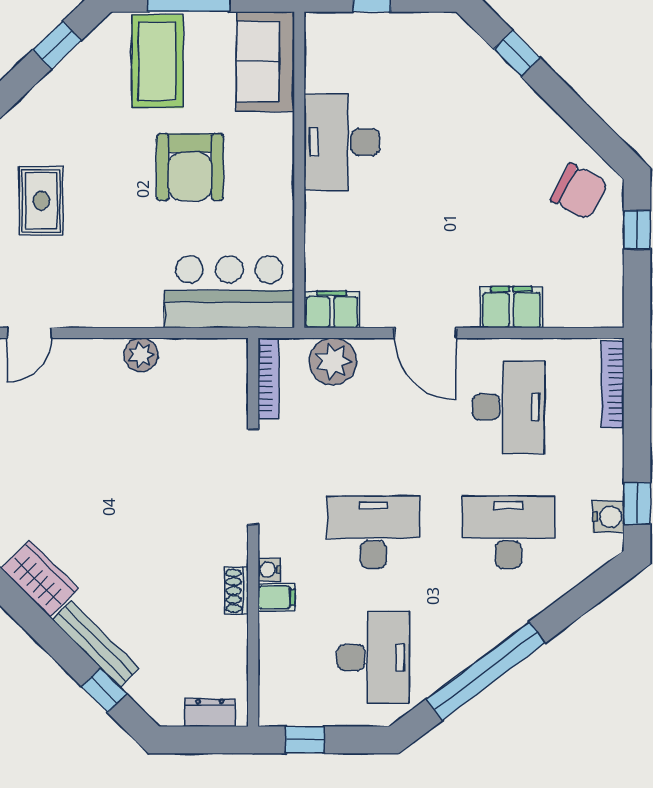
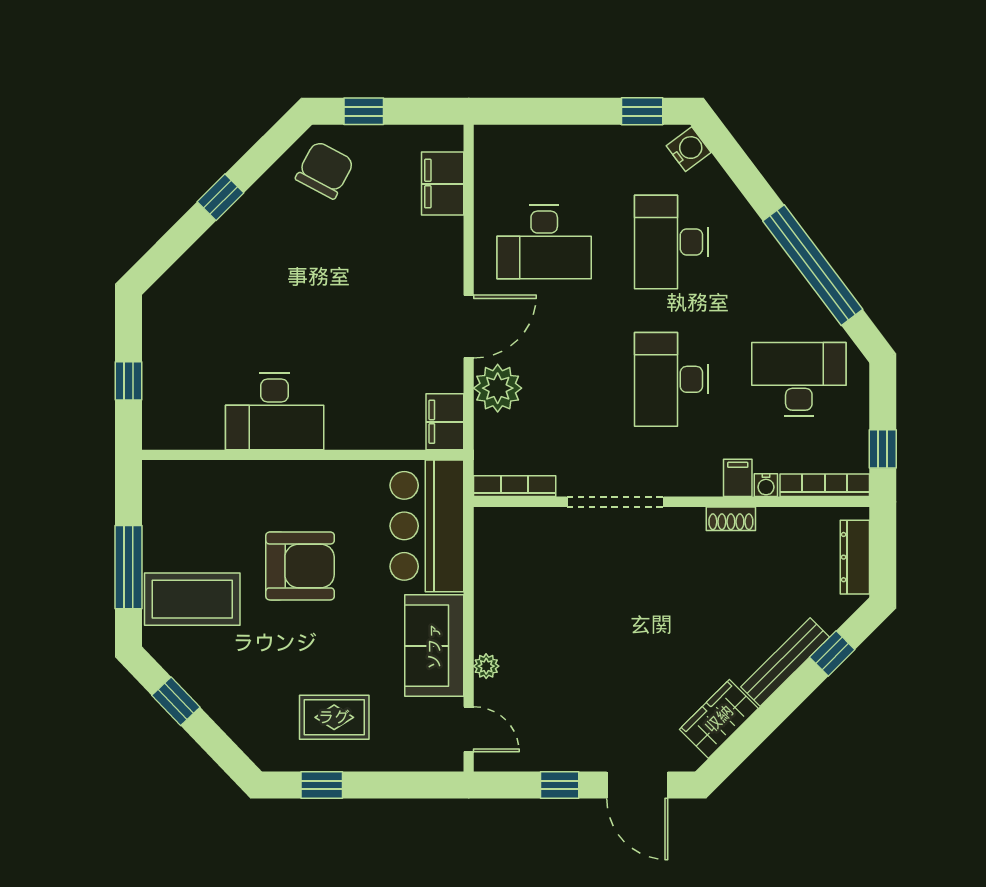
window: (517, 54) -> (221, 197), moved
sofa: (265, 62) -> (434, 646), moved, turned 90
filing cabinet: (511, 307) -> (443, 184), moved
plant: (141, 355) -> (486, 666), moved, width x0.73, depth x0.73
plant: (333, 361) -> (498, 388), moved
bookcase: (613, 384) -> (825, 485), moved, turned 180
desk: (508, 407) -> (544, 242), turned 180
water cooler: (608, 517) -> (689, 149), moved, turned 53
water cooler: (269, 570) -> (766, 485), moved
dresser: (210, 712) -> (855, 557), width x1.44

